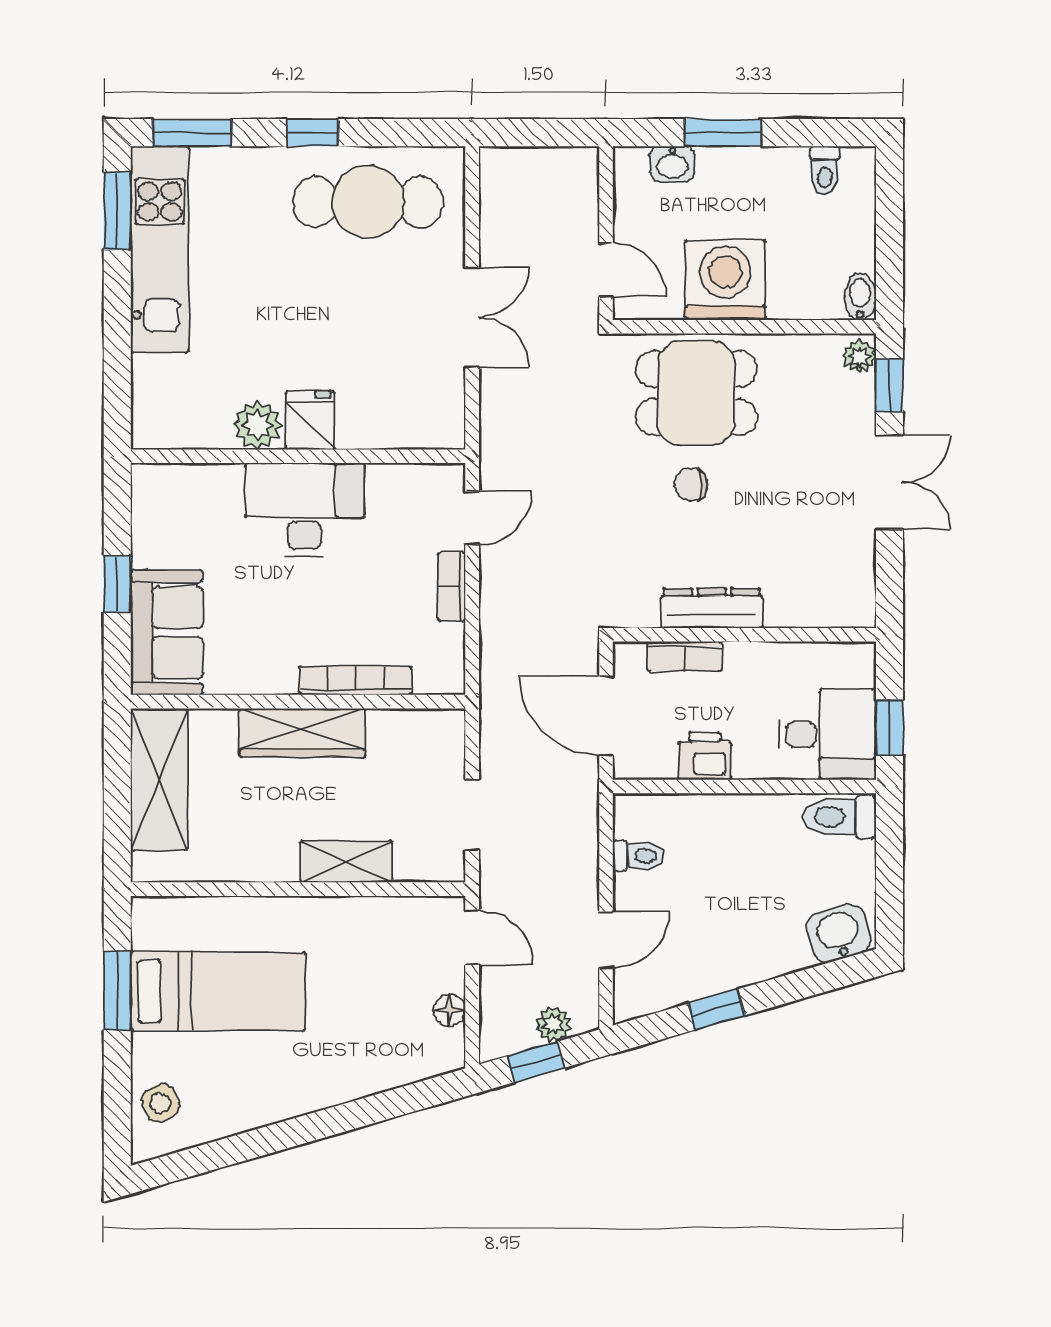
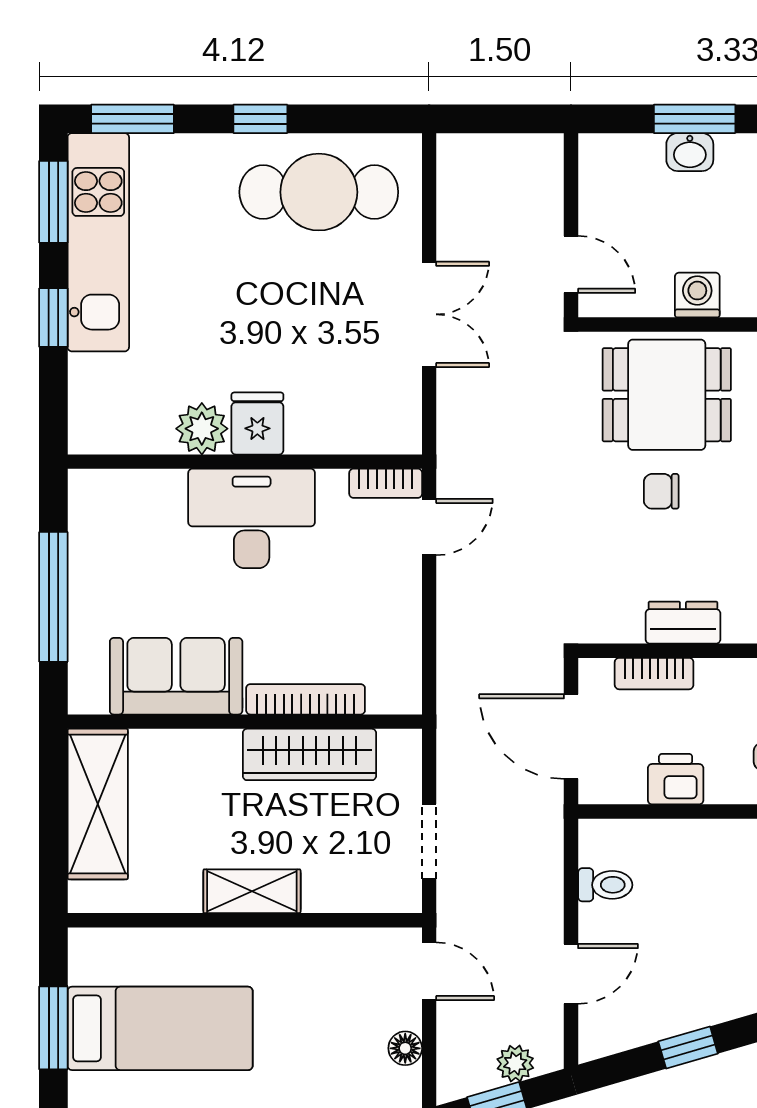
washbasin: (672, 164) -> (690, 152), moved
washing machine: (725, 280) -> (697, 295), width x0.53, depth x0.53
window: (117, 320) -> (53, 318), added
window: (117, 584) -> (53, 597), width x2.17
bookcase: (452, 586) -> (386, 483), moved, turned -90
dresser: (712, 608) -> (683, 623), width x0.70
sofa: (167, 632) -> (176, 676), moved, turned -90
wardrobe: (302, 733) -> (309, 754), moved
shelving: (346, 862) -> (252, 891), moved

